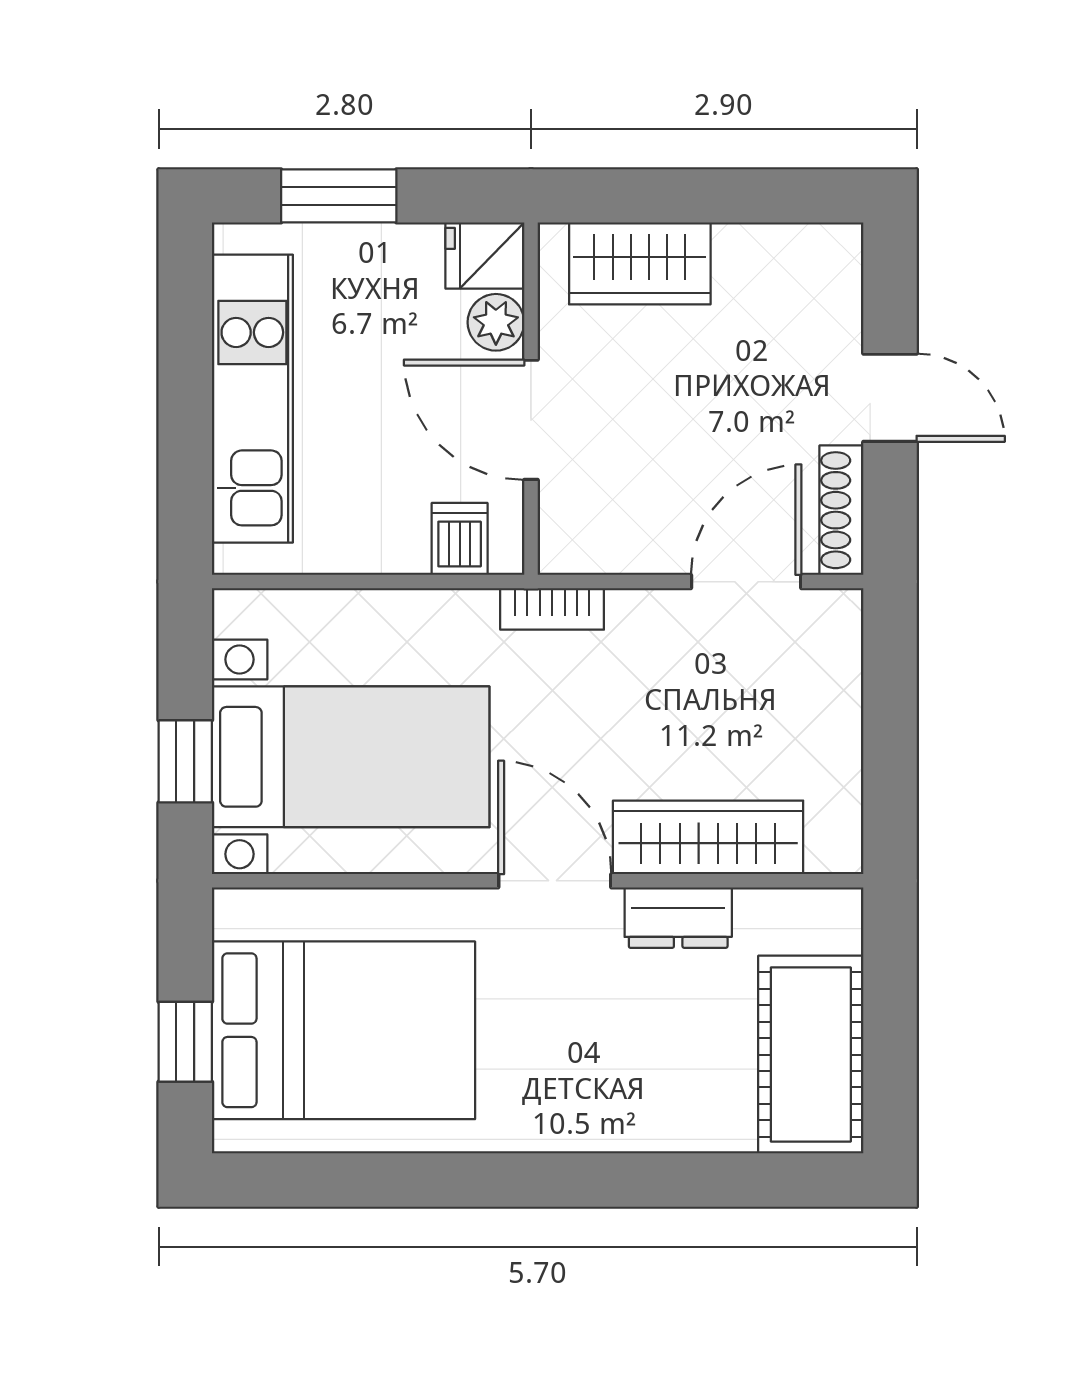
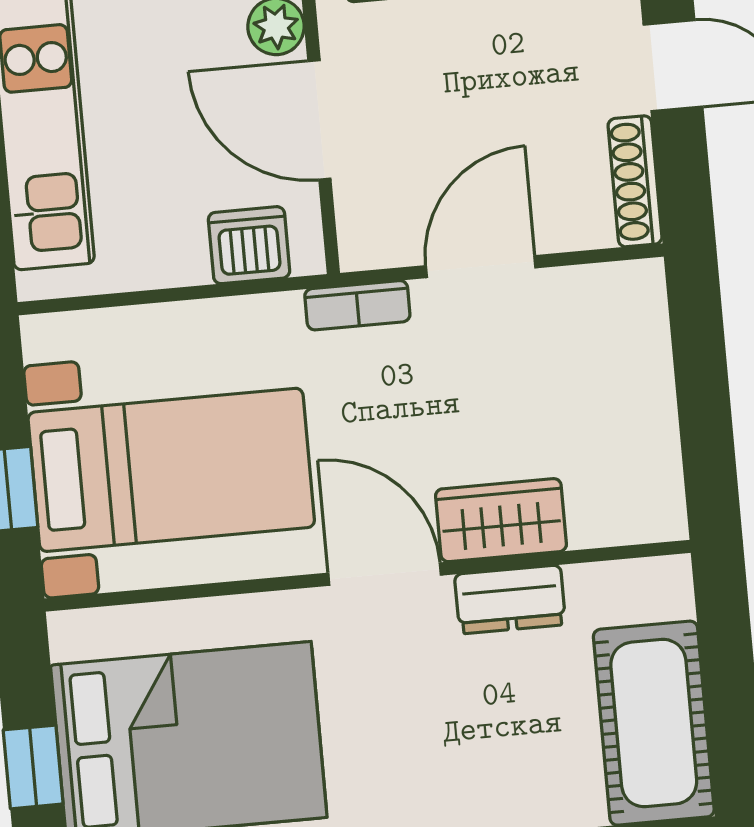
dishwasher: (460, 539) -> (249, 245), width x1.38
door: (746, 582) -> (481, 267), moved
wardrobe: (708, 837) -> (501, 520), width x0.67

